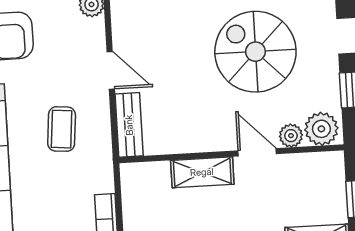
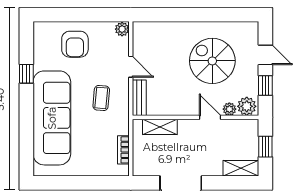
shelving: (202, 172) -> (160, 127), moved

